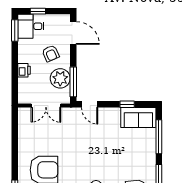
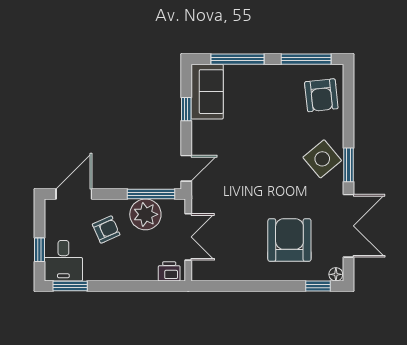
printer: (24, 70) -> (169, 271), moved

